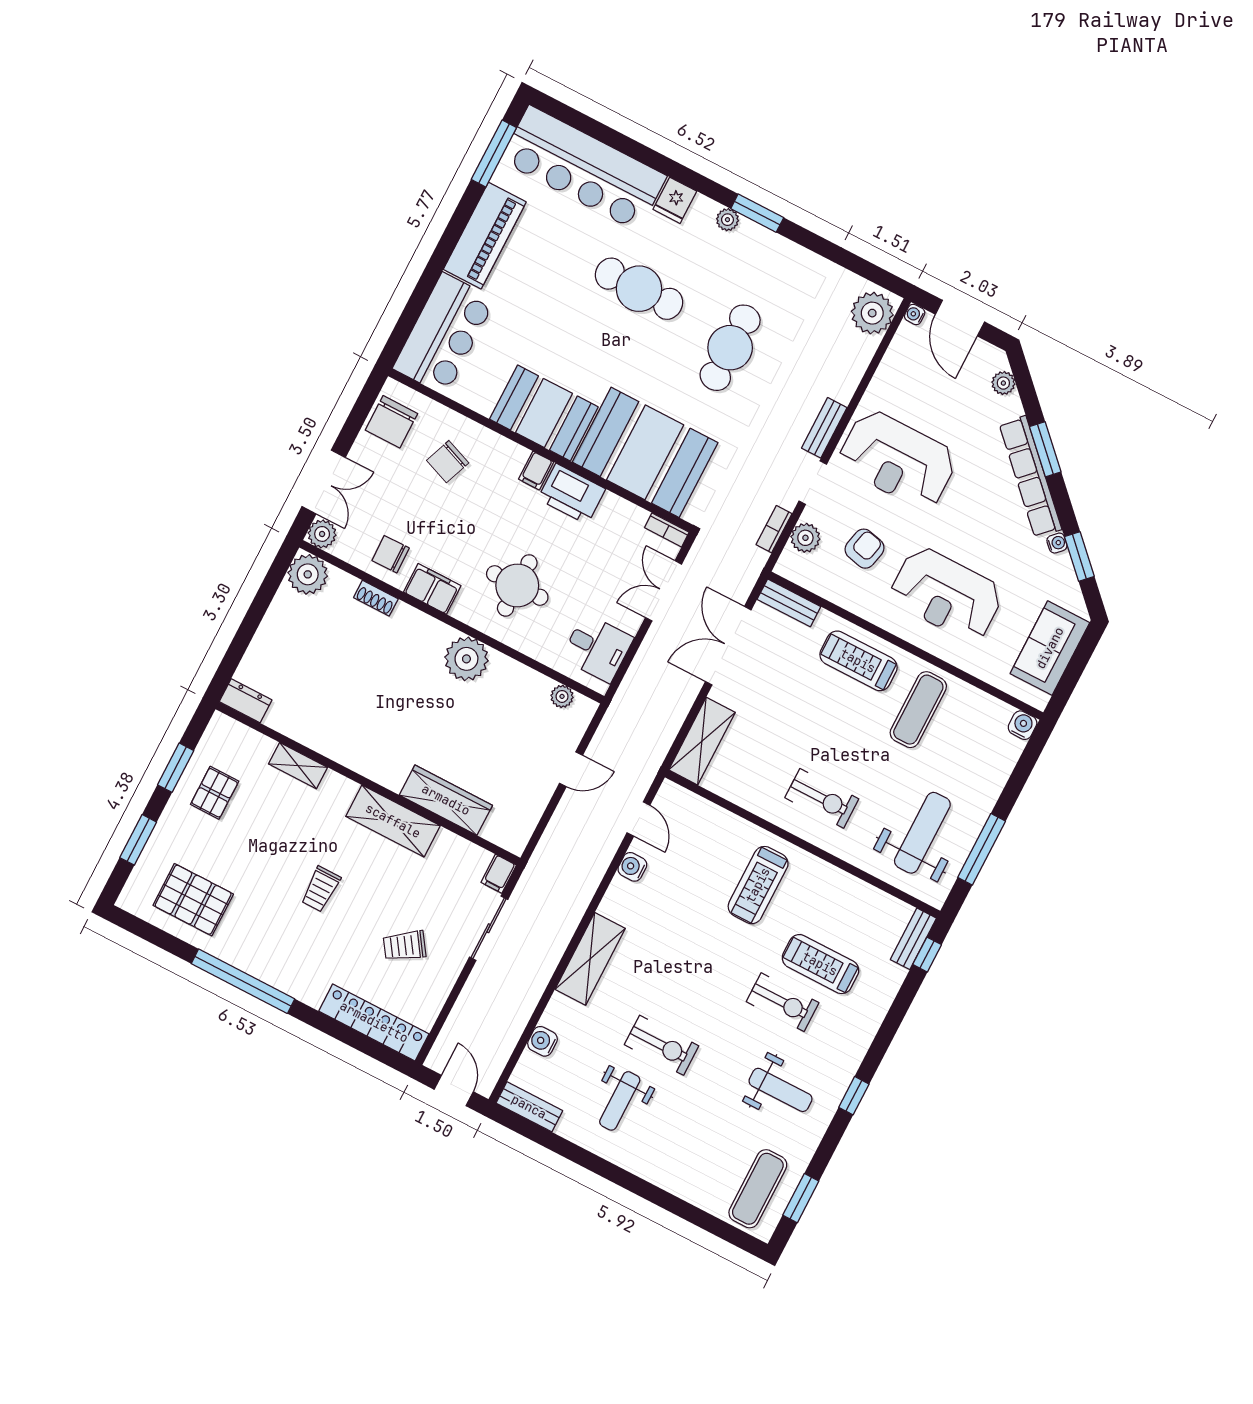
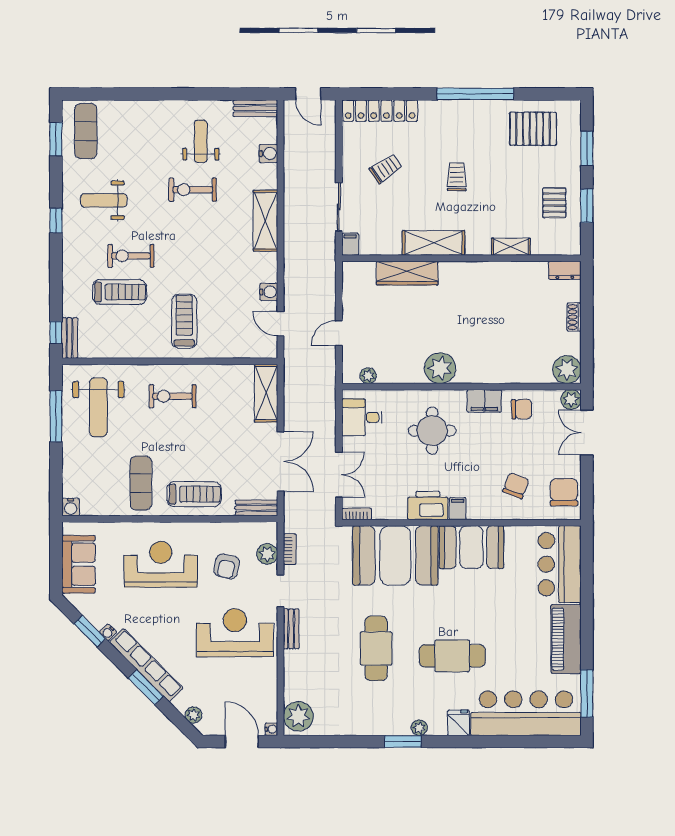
shoe rack: (376, 598) -> (574, 317), moved, turned -90

